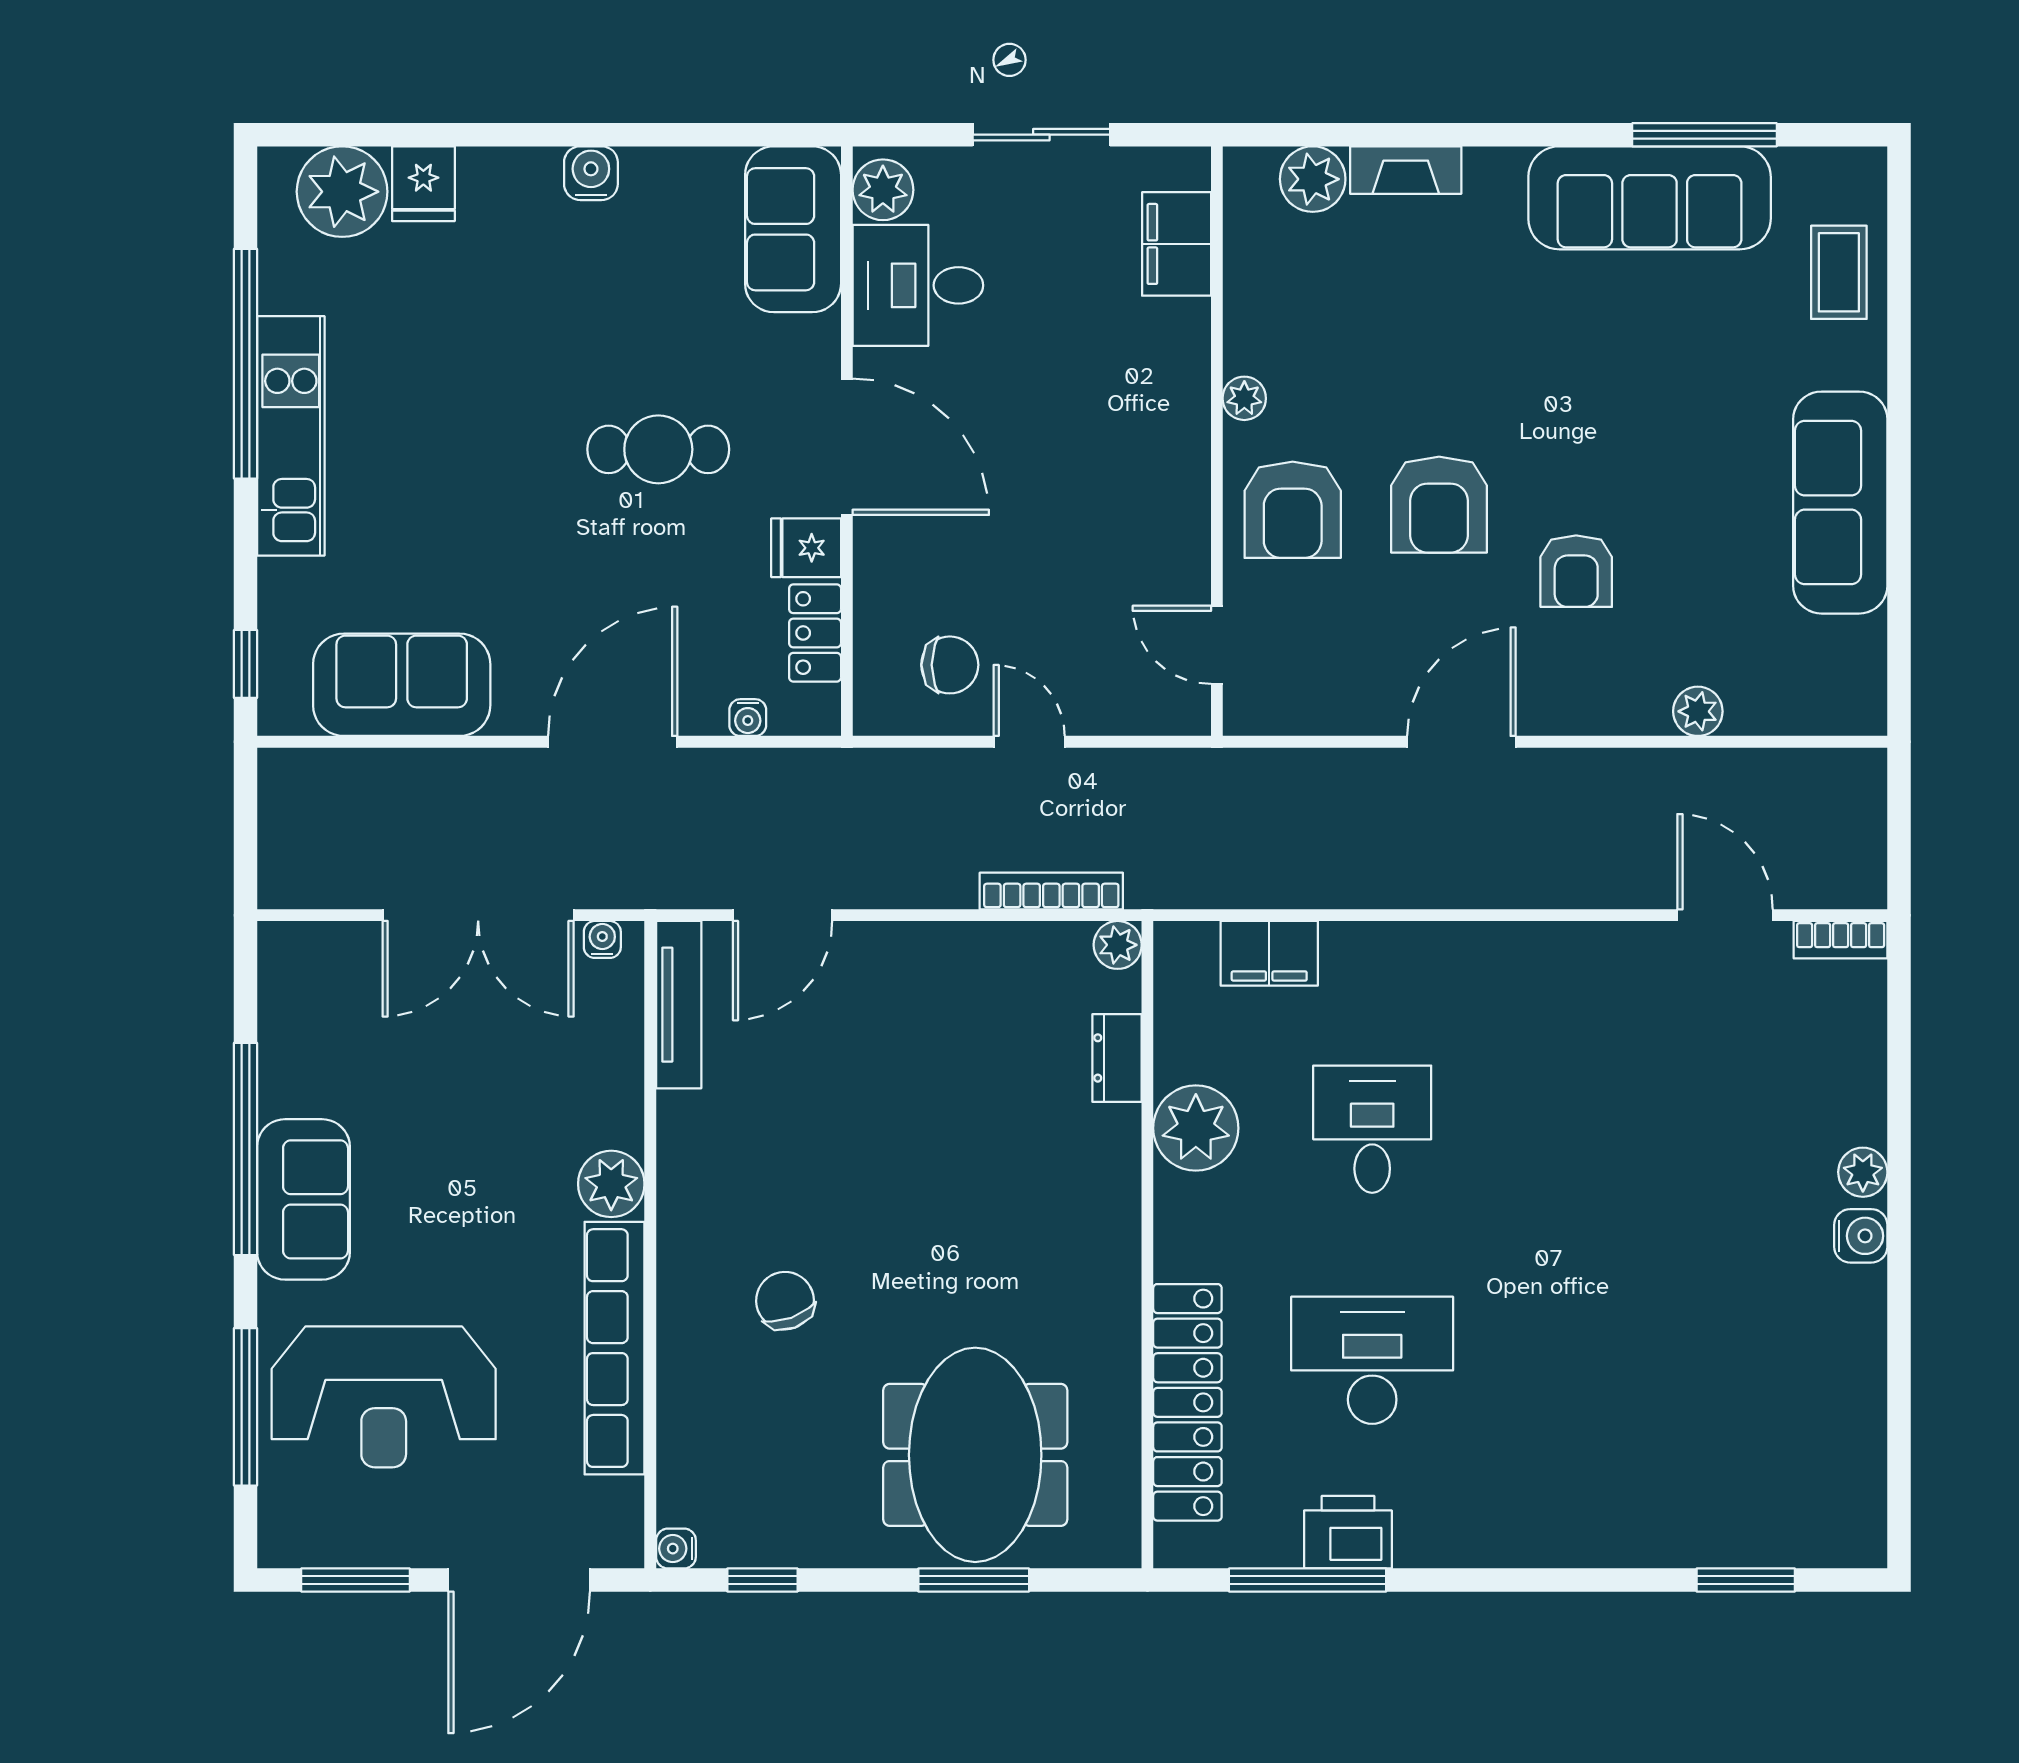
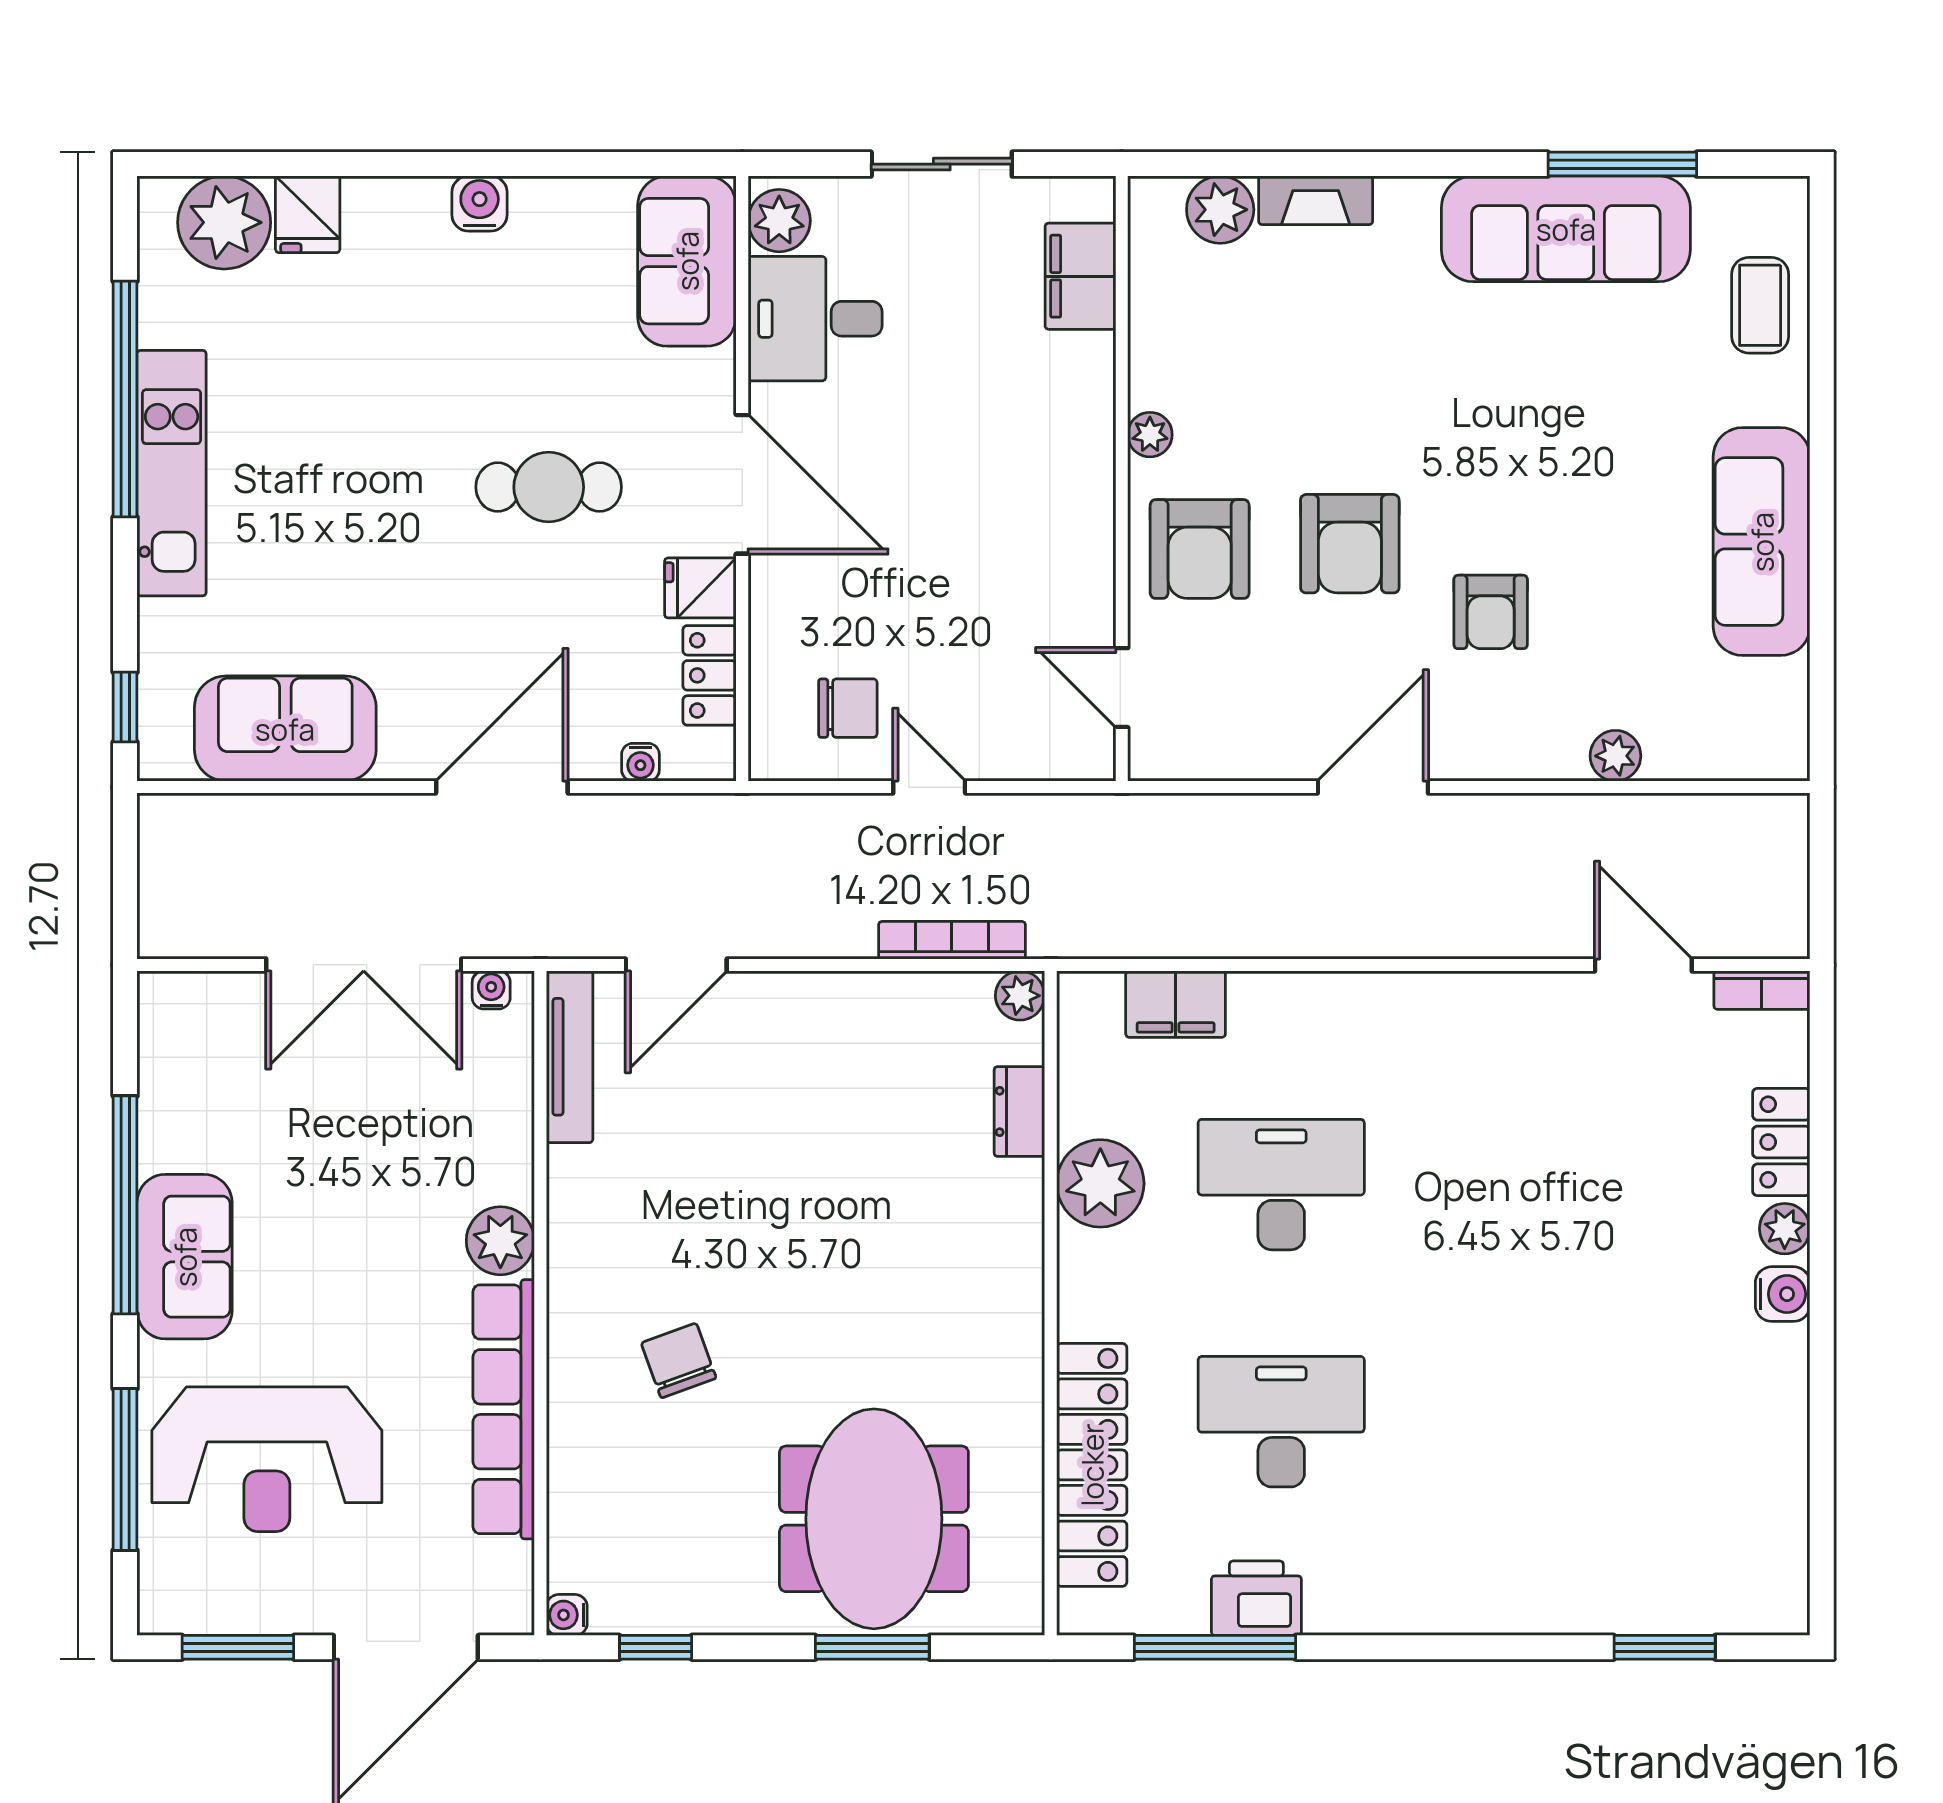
locker: (1860, 1088) -> (1781, 1142), added
desk: (1372, 1129) -> (1281, 1185), width x1.37

